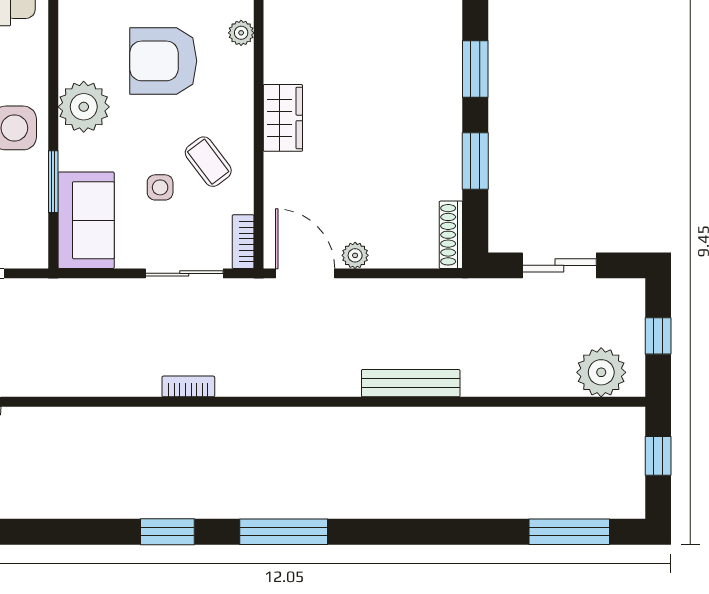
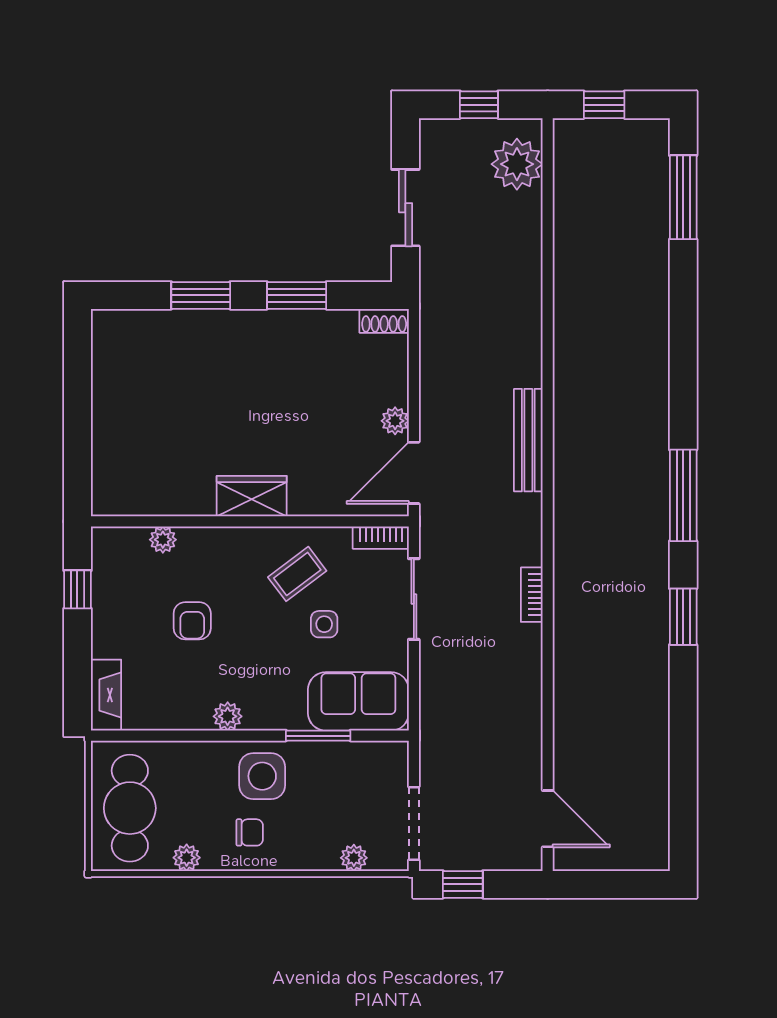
armchair: (163, 61) -> (192, 621), width x0.53, depth x0.53
plant: (84, 107) -> (228, 716), width x0.53, depth x0.53
shoe rack: (451, 235) -> (384, 321), width x0.70
bench: (411, 383) -> (528, 440), moved

